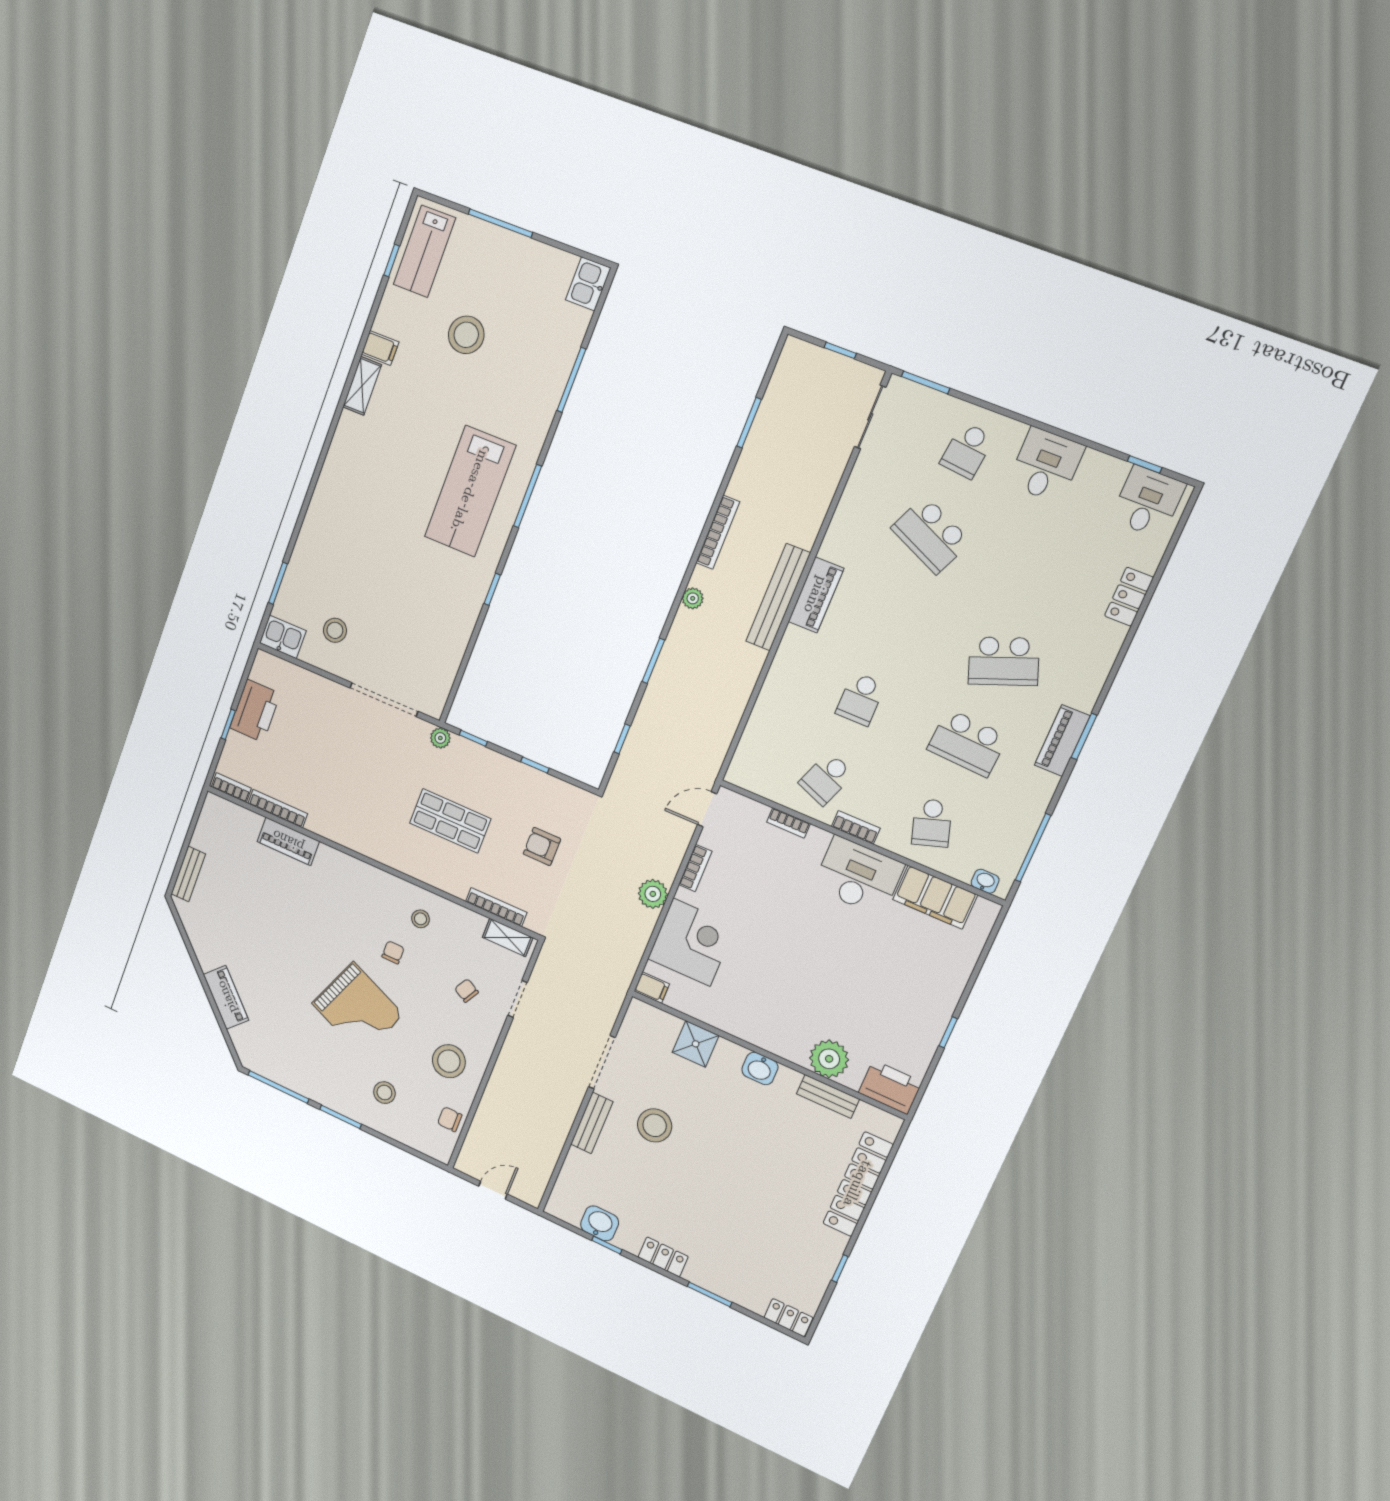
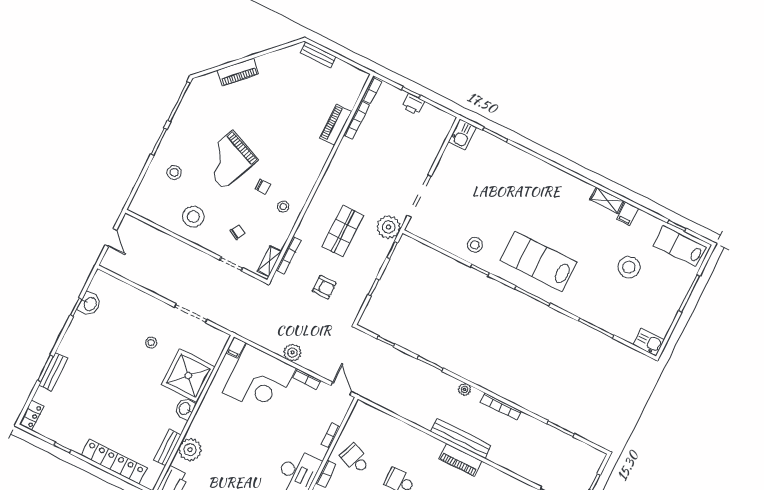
stool: (335, 630) -> (475, 245), moved
printer: (255, 711) -> (413, 104), width x0.53, depth x0.68
plant: (440, 738) -> (389, 227), width x1.88, depth x1.88
armchair: (542, 846) -> (324, 287), turned 90
corner desk: (692, 942) -> (259, 380), width x1.36, depth x1.36
shower: (696, 1044) -> (188, 376), width x1.86, depth x1.86
chair: (450, 1119) -> (156, 214), removed
bench: (592, 1123) -> (53, 372), moved, turned 90
stool: (655, 1125) -> (151, 343), width x0.53, depth x0.53
locker: (663, 1257) -> (69, 342), removed

